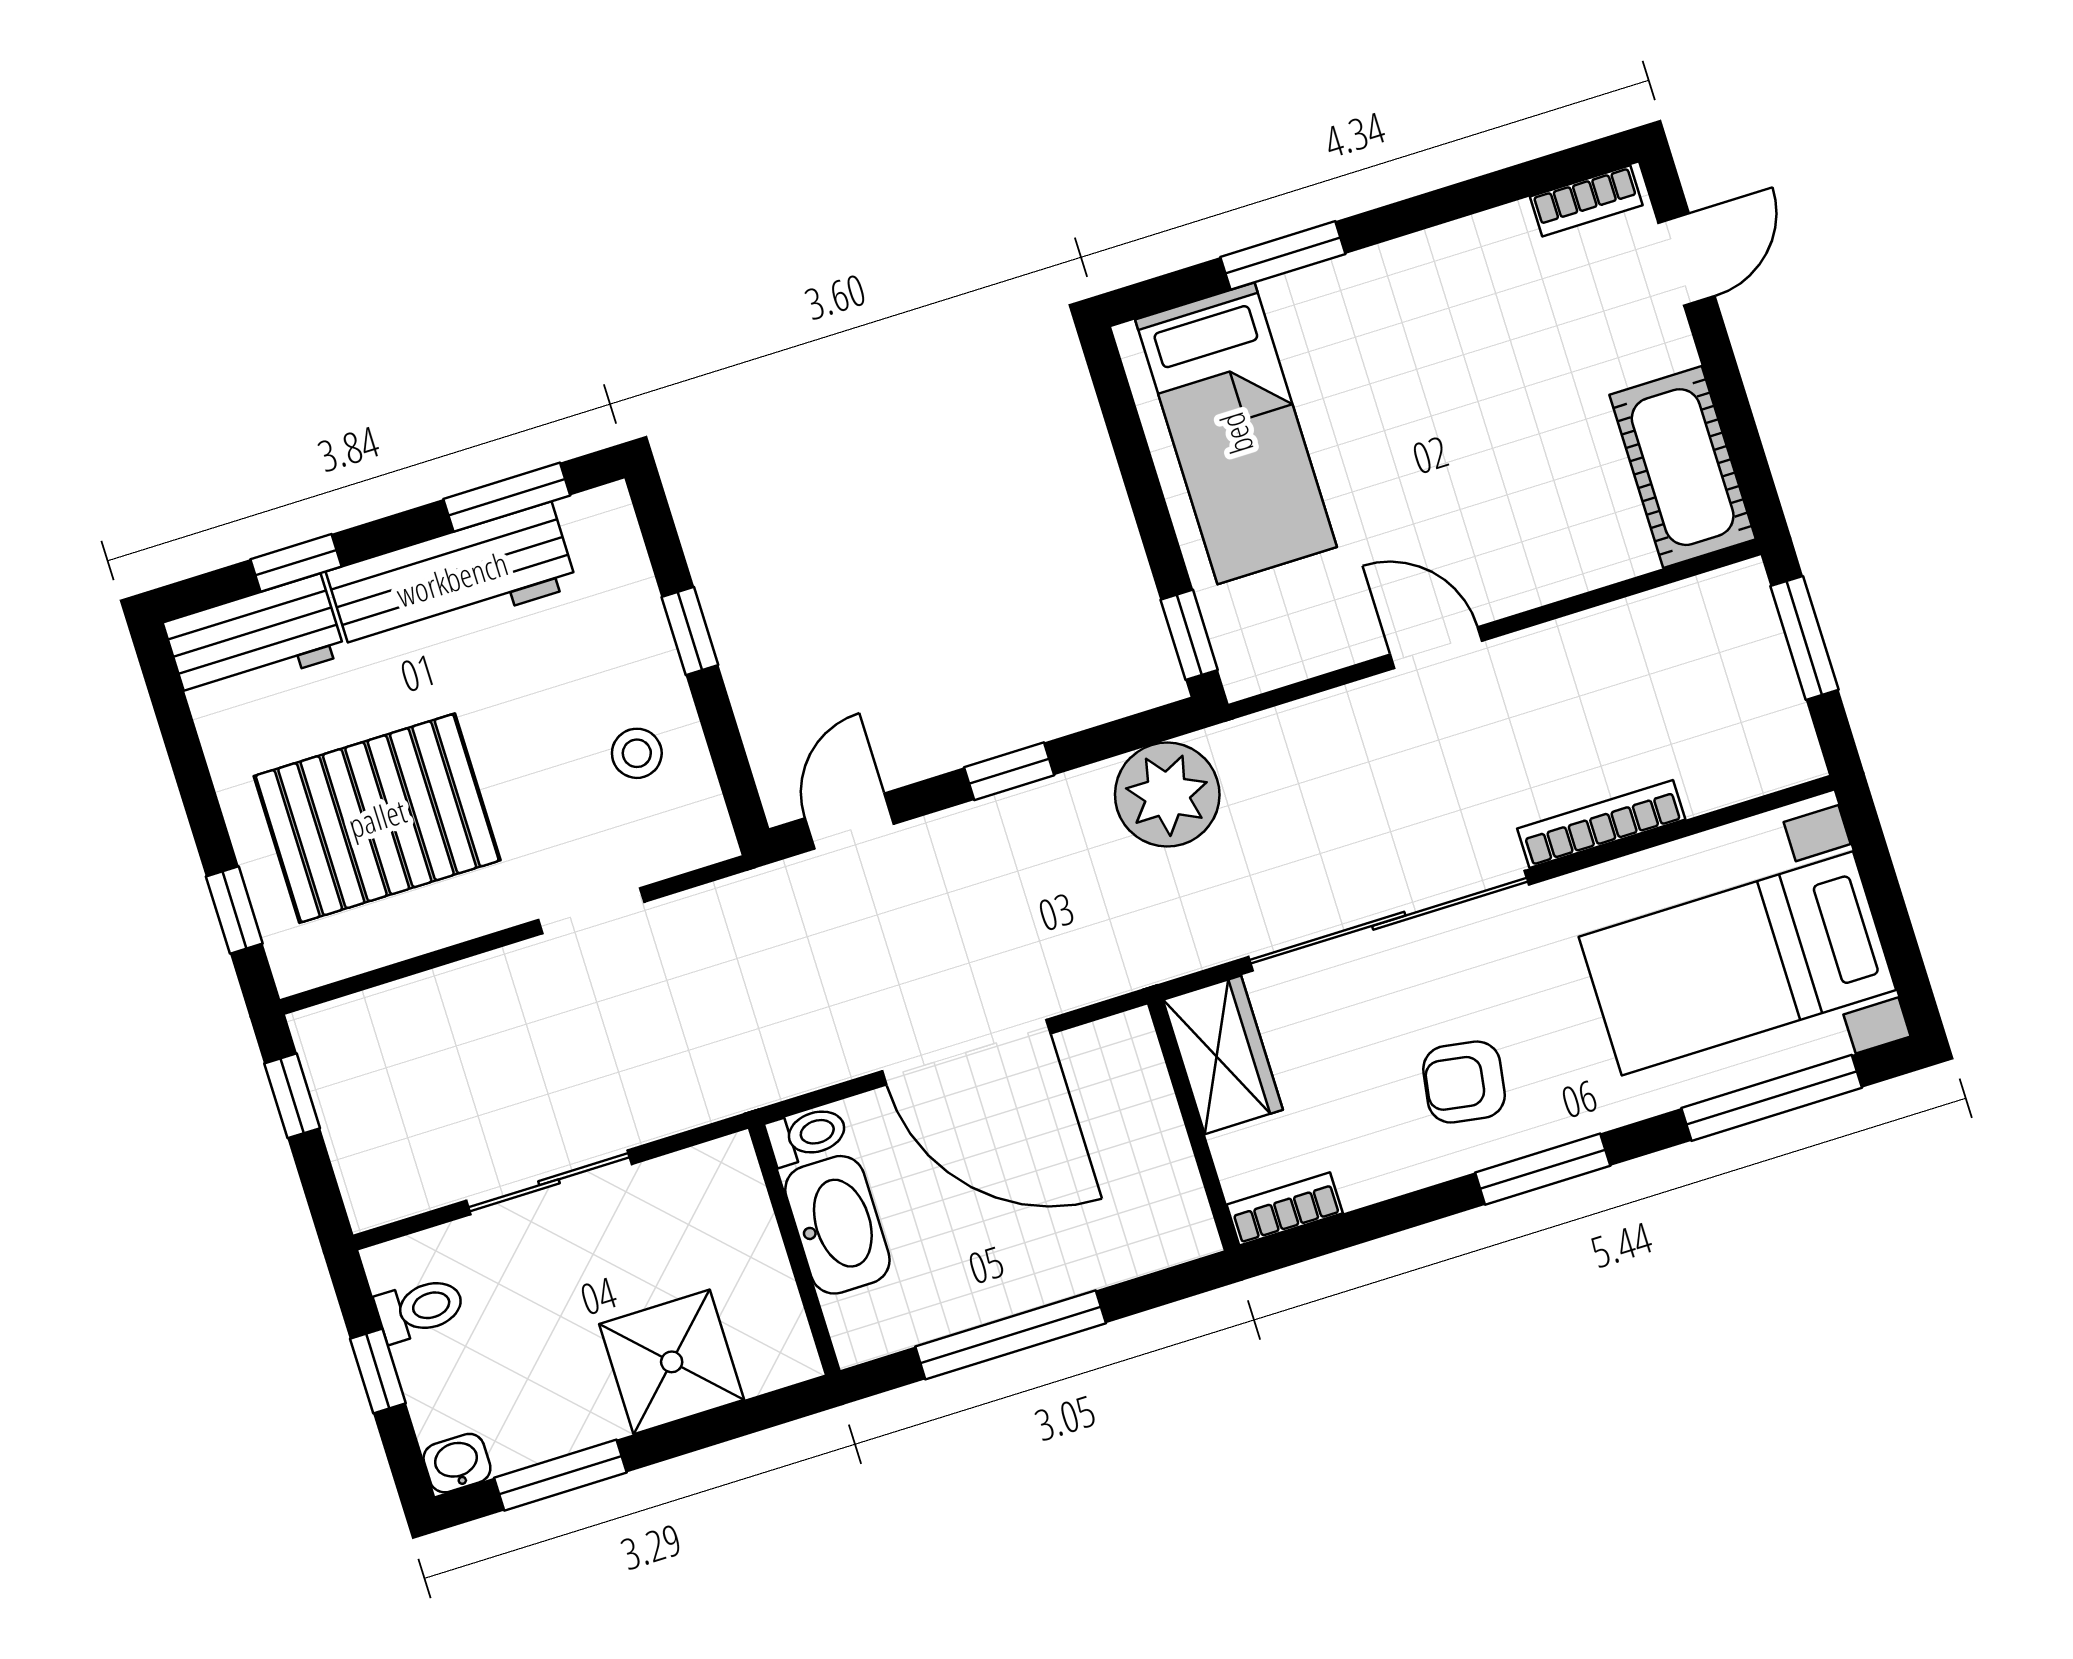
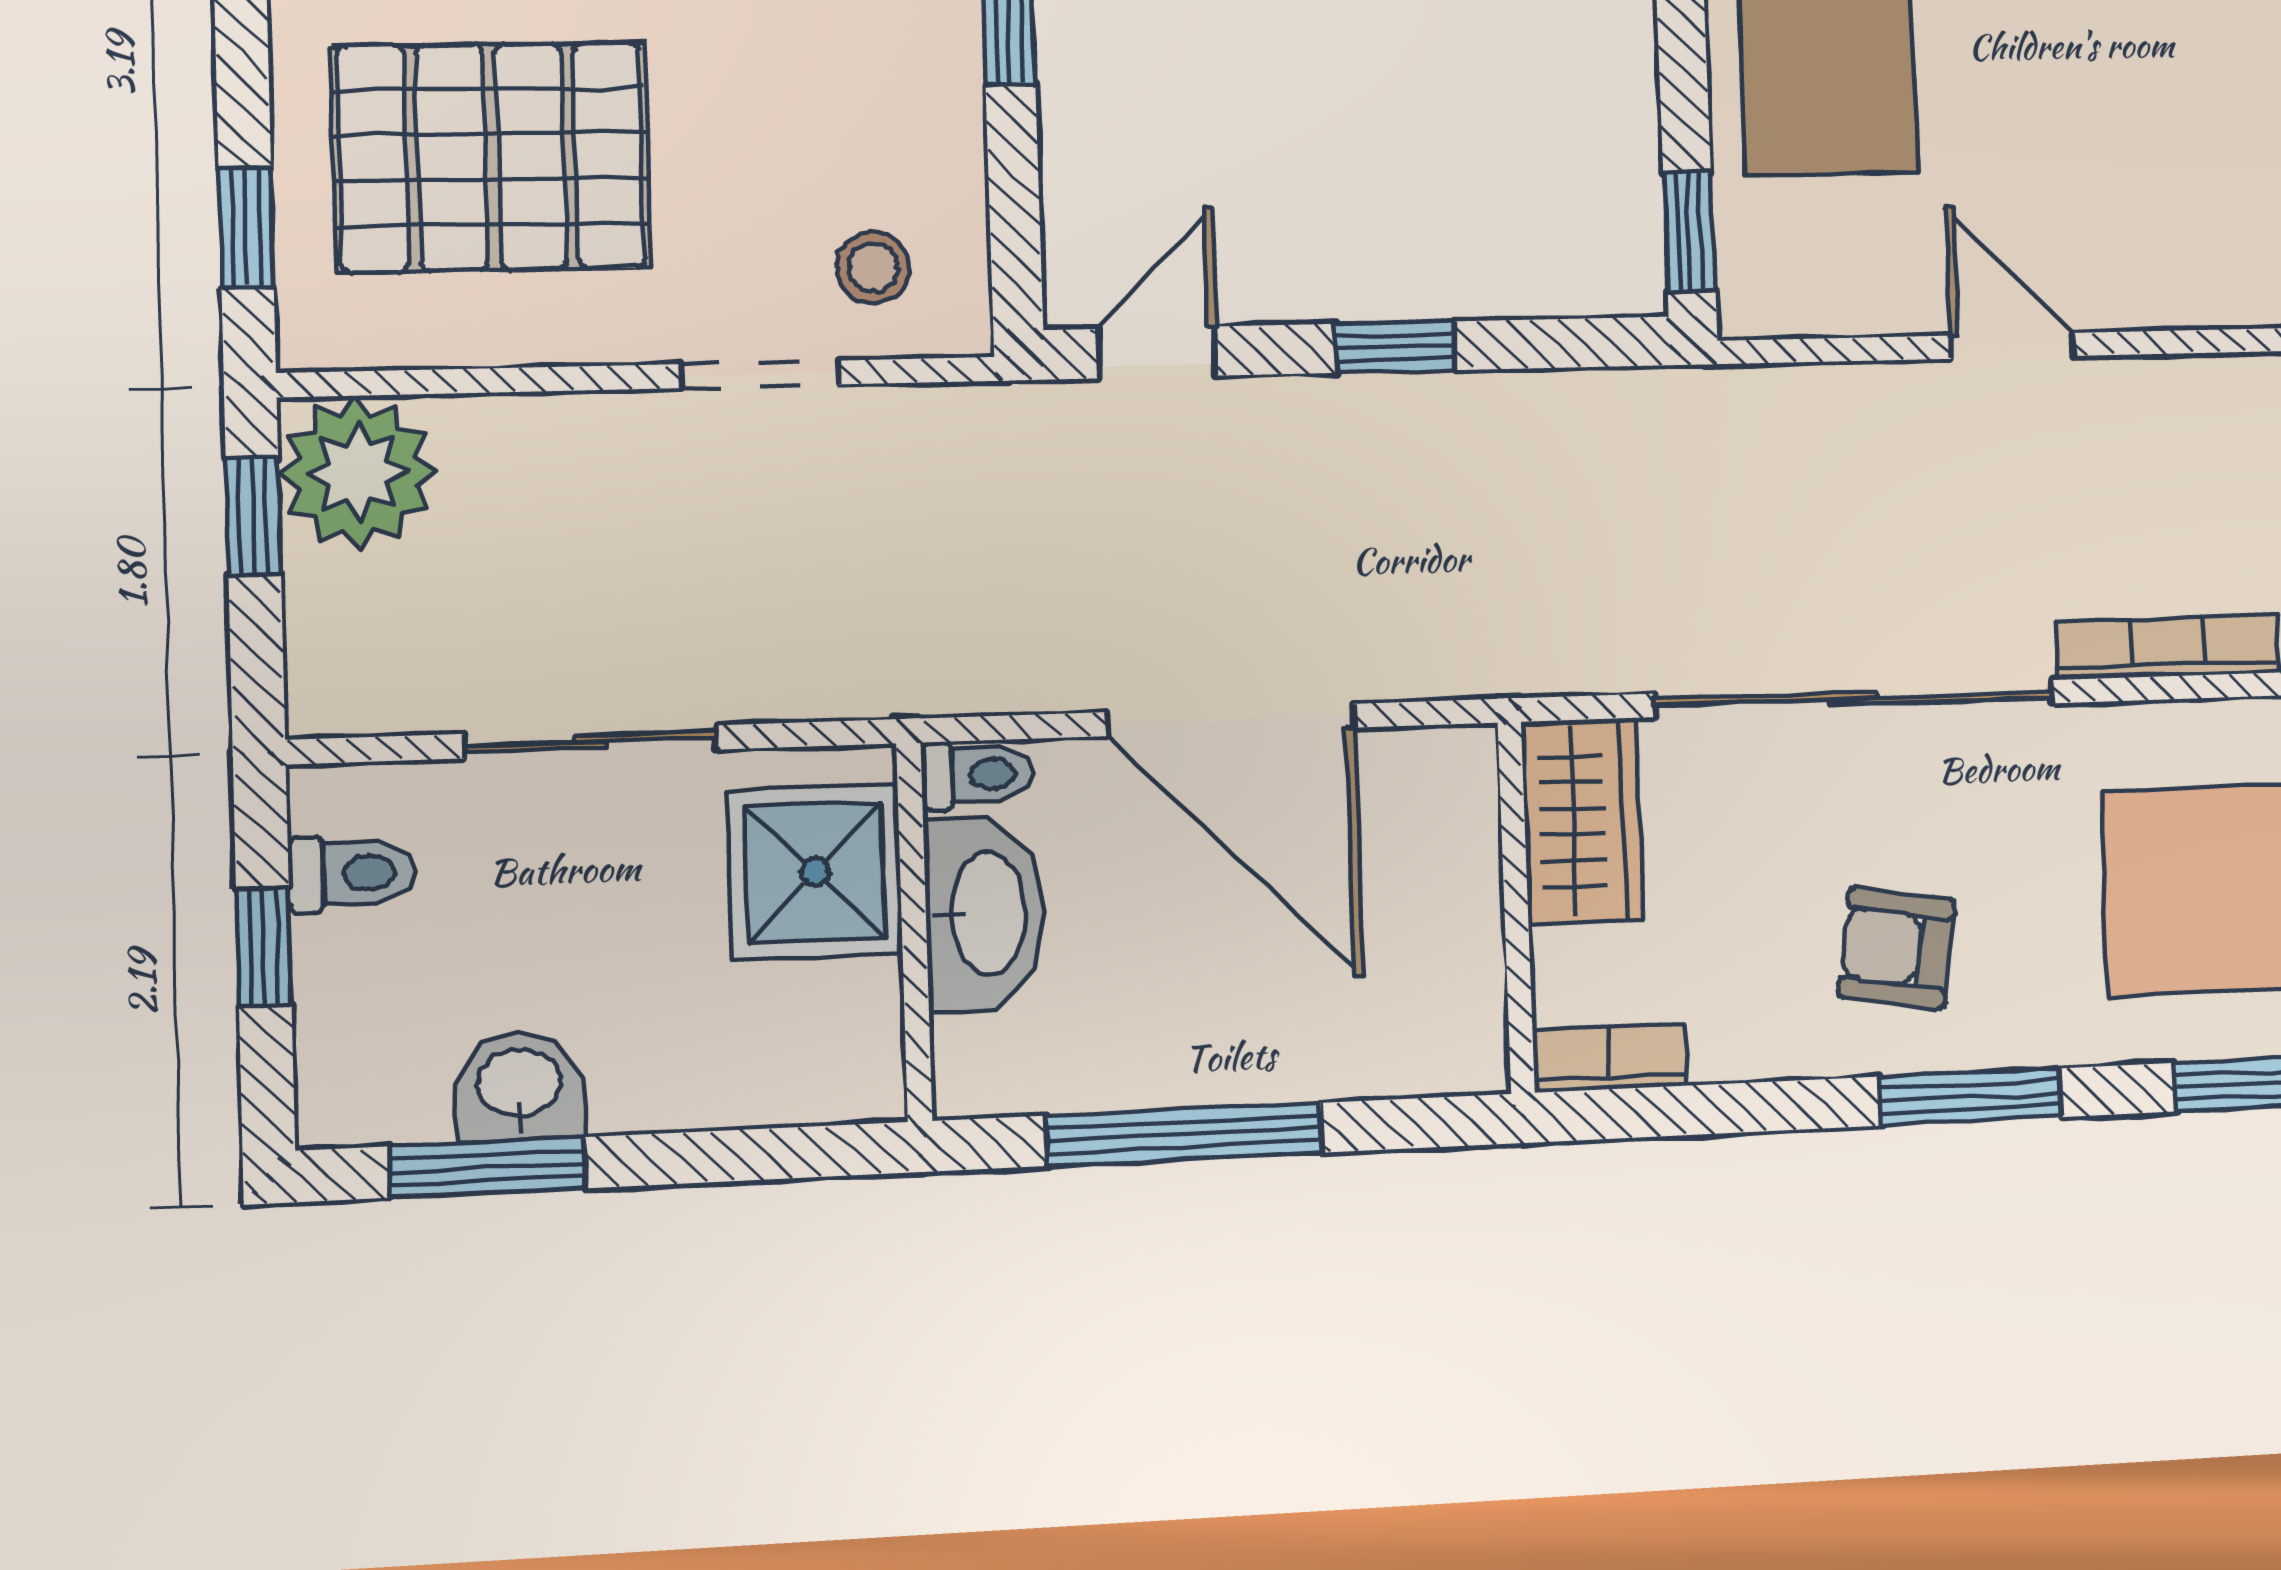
stool: (637, 753) -> (873, 268), moved
plant: (1167, 795) -> (357, 473), moved
shower: (672, 1362) -> (815, 872), moved
washbasin: (457, 1463) -> (519, 1086), moved, width x1.38, depth x1.45

